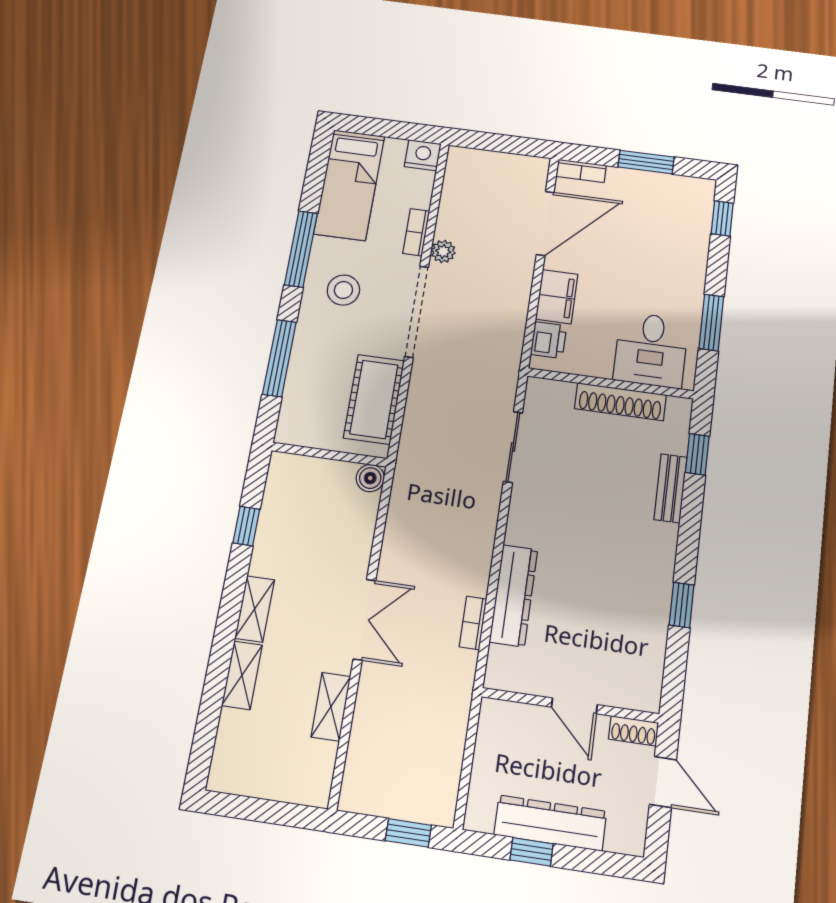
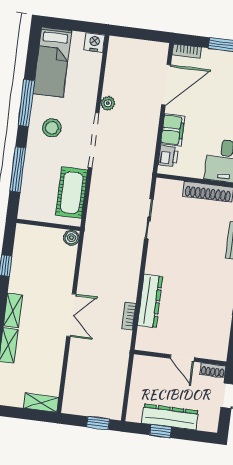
bookcase: (416, 232) -> (92, 91), removed
shelving: (331, 707) -> (41, 403), moved, turned 90

